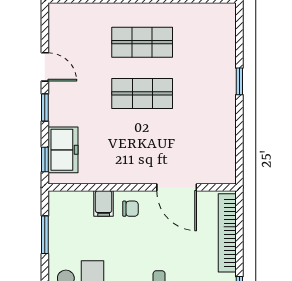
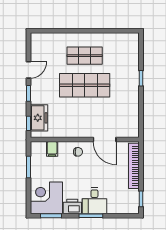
door: (45, 67) -> (28, 70), hinge flipped
shop shelf: (142, 93) -> (85, 85), width x1.43, depth x1.36
filing cabinet: (104, 203) -> (52, 149), moved

